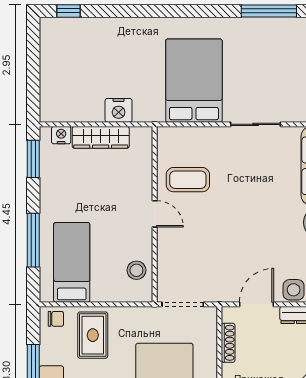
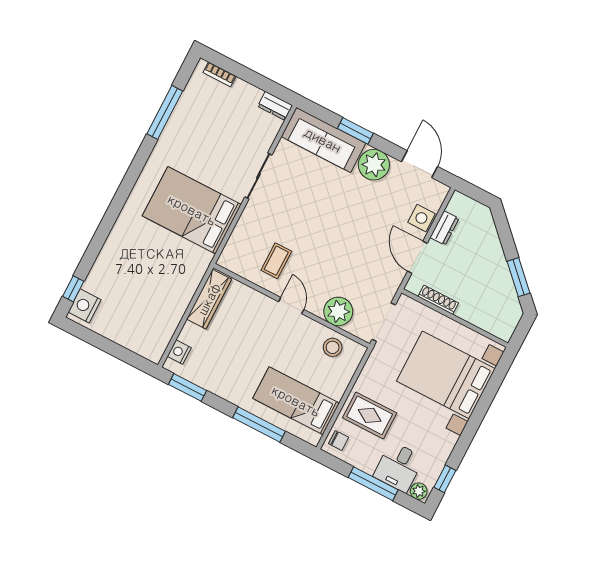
nightstand: (119, 110) -> (85, 306), moved, turned 180
wardrobe: (101, 137) -> (209, 299), moved
coffee table: (188, 180) -> (276, 261), width x0.73, depth x0.77
door: (155, 214) -> (291, 306), hinge flipped
plant: (171, 259) -> (338, 311), added
chair: (56, 319) -> (339, 440), turned 90

